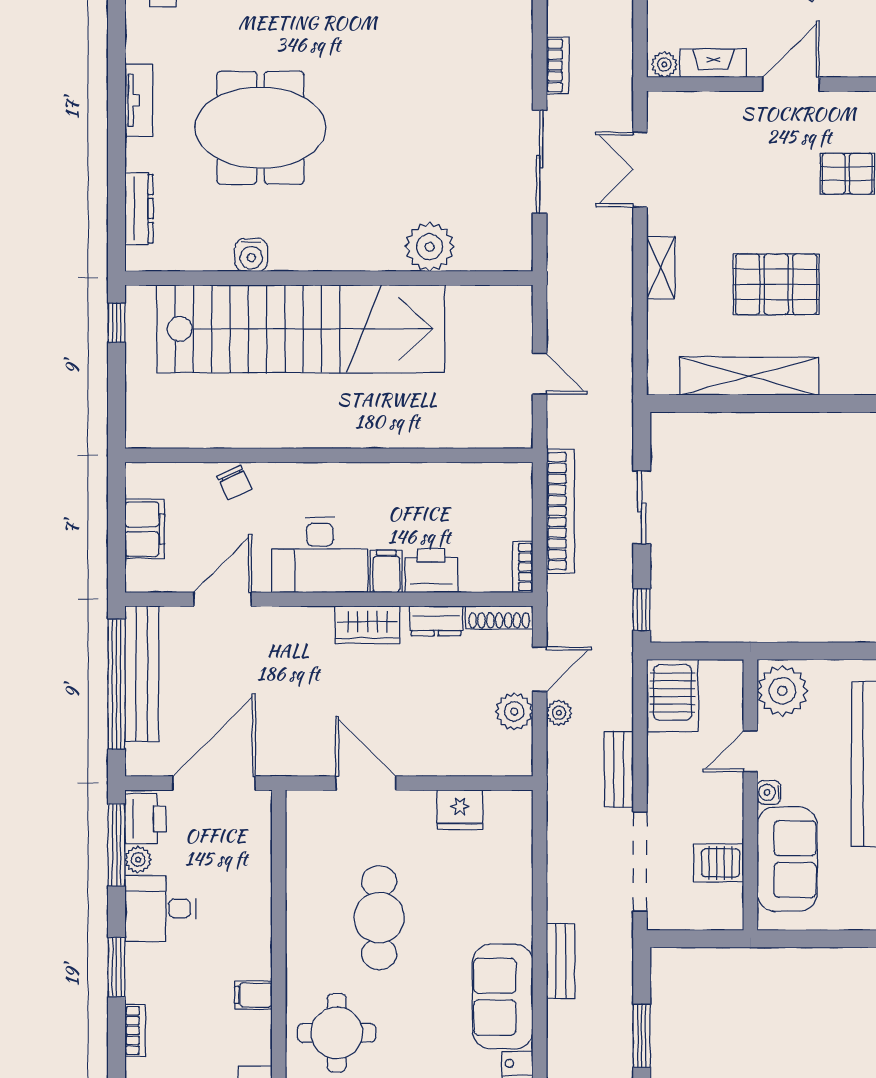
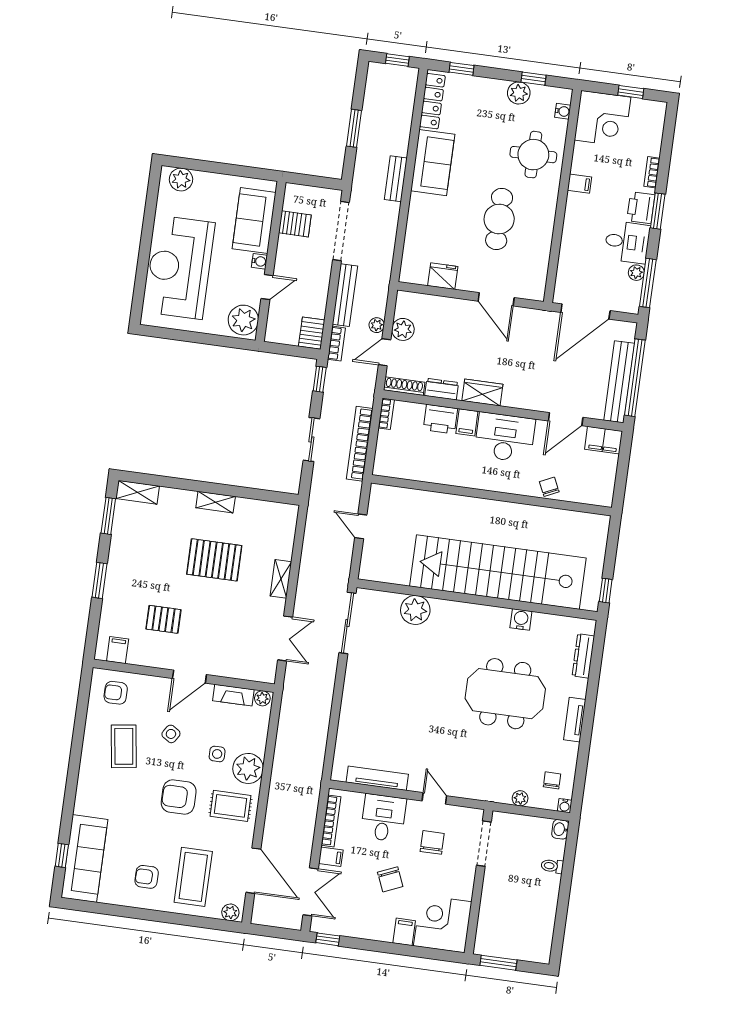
bookcase: (558, 65) -> (336, 344), moved, turned 180
sliding door: (540, 162) -> (347, 623), moved
shelving: (749, 376) -> (216, 502), width x0.45, depth x0.75
filing cabinet: (145, 529) -> (604, 440), moved, turned -90
server rack: (672, 696) -> (312, 333), width x0.73, depth x0.70
bench: (619, 769) -> (345, 295), width x1.36
printer: (145, 819) -> (641, 208), moved

